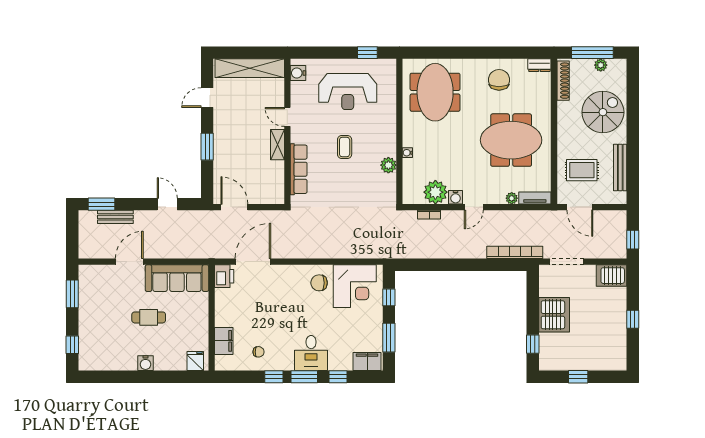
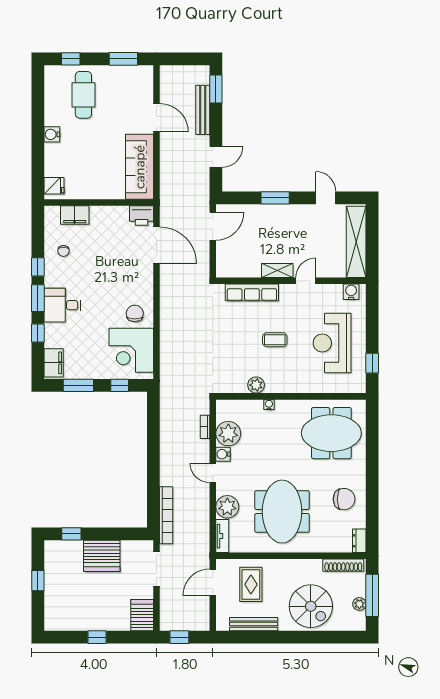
plant: (512, 198) -> (227, 507), width x1.87, depth x1.87
bench: (115, 217) -> (203, 110), width x1.36
cafe table: (149, 317) -> (83, 95), moved, width x1.37, depth x1.35

